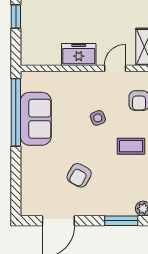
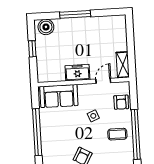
window: (16, 112) -> (37, 132), moved
sofa: (36, 119) -> (59, 96), moved, turned 90

